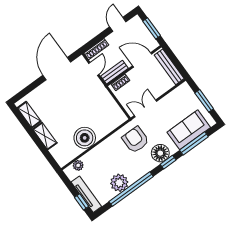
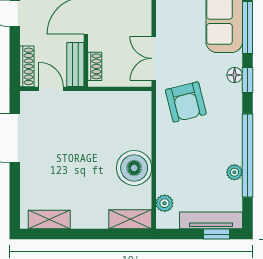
shelving: (45, 136) -> (130, 219), moved
armchair: (135, 140) -> (186, 102), turned -104
floor lamp: (160, 153) -> (235, 75), width x0.53, depth x0.53
plant: (119, 183) -> (234, 172), width x0.53, depth x0.53

